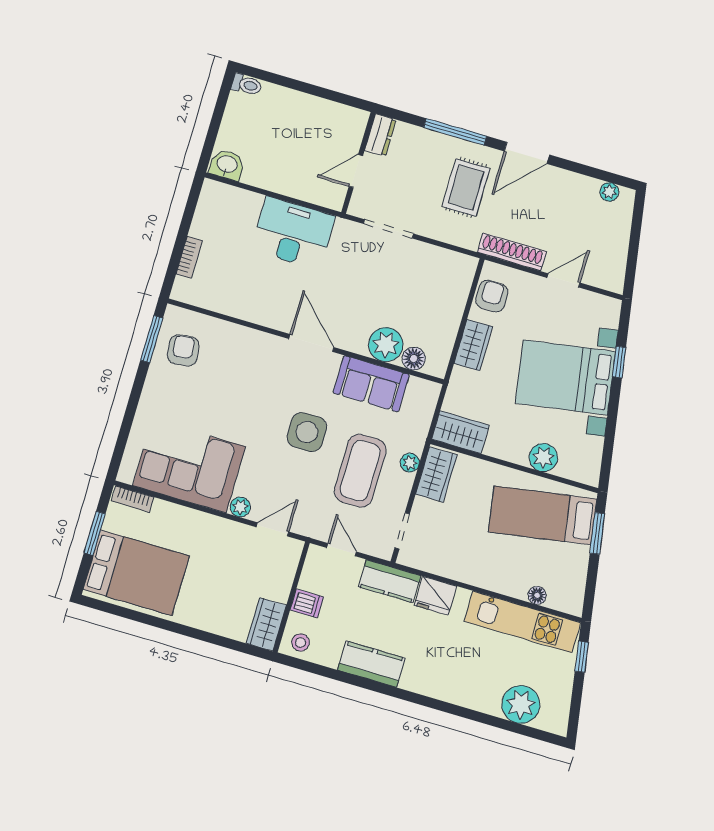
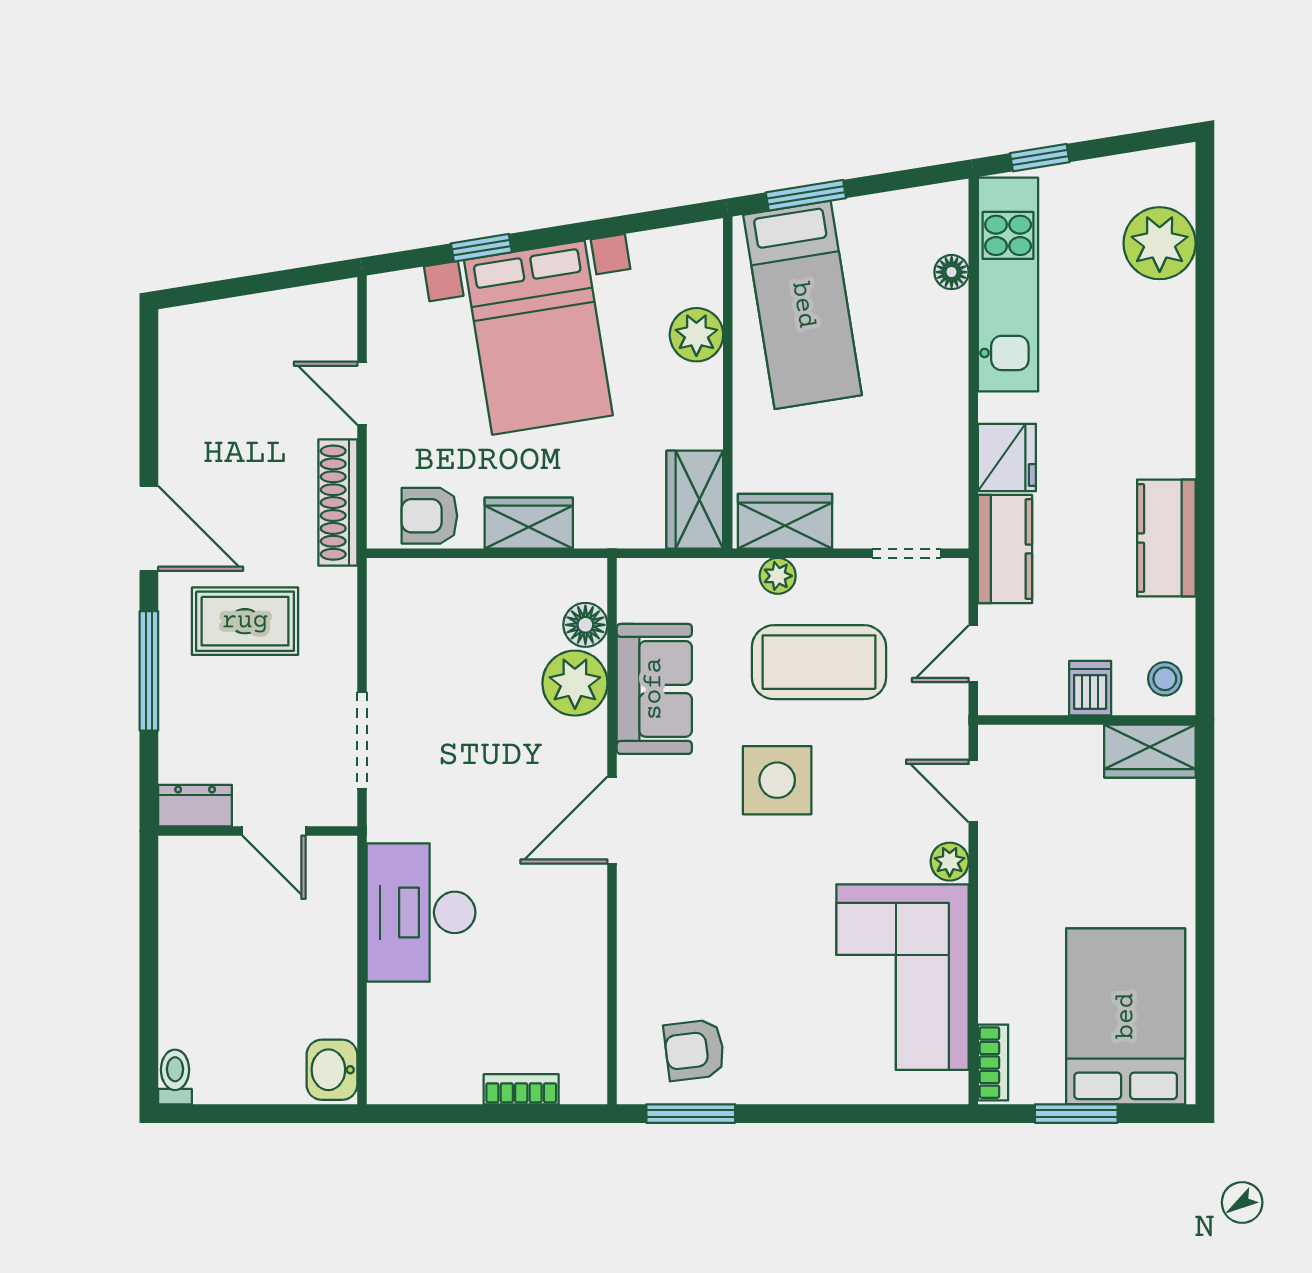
plant: (609, 192) -> (176, 357), removed

